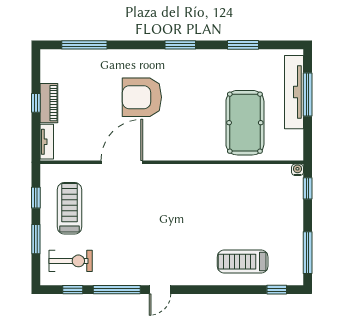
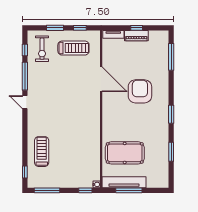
tv unit: (294, 92) -> (124, 182), moved
window: (308, 95) -> (129, 190), moved

